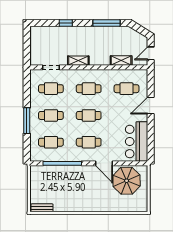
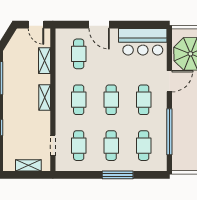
shelving: (35, 47) -> (28, 165), added
shelving: (78, 61) -> (45, 98), moved

